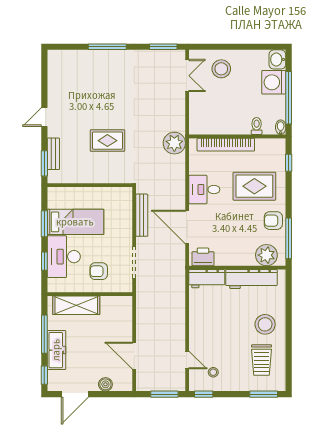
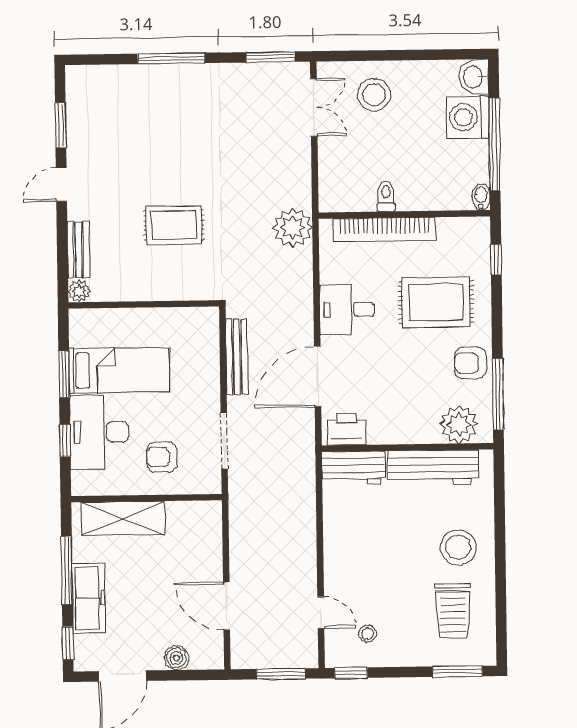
toilet: (257, 126) -> (386, 196), moved
window: (44, 163) -> (61, 125), moved
plant: (54, 177) -> (79, 291), added
door: (187, 227) -> (318, 377), hinge flipped

